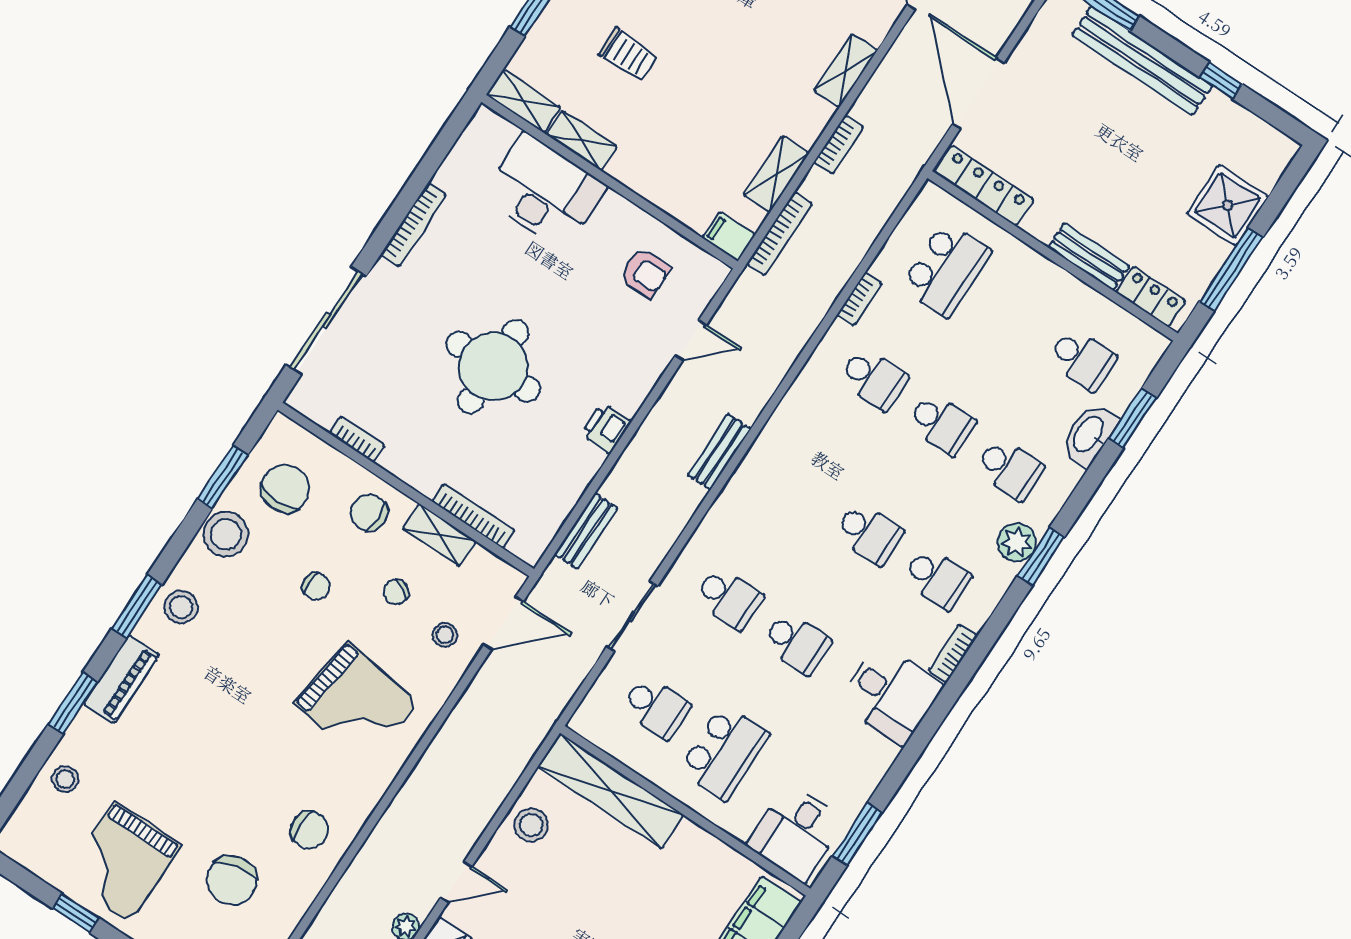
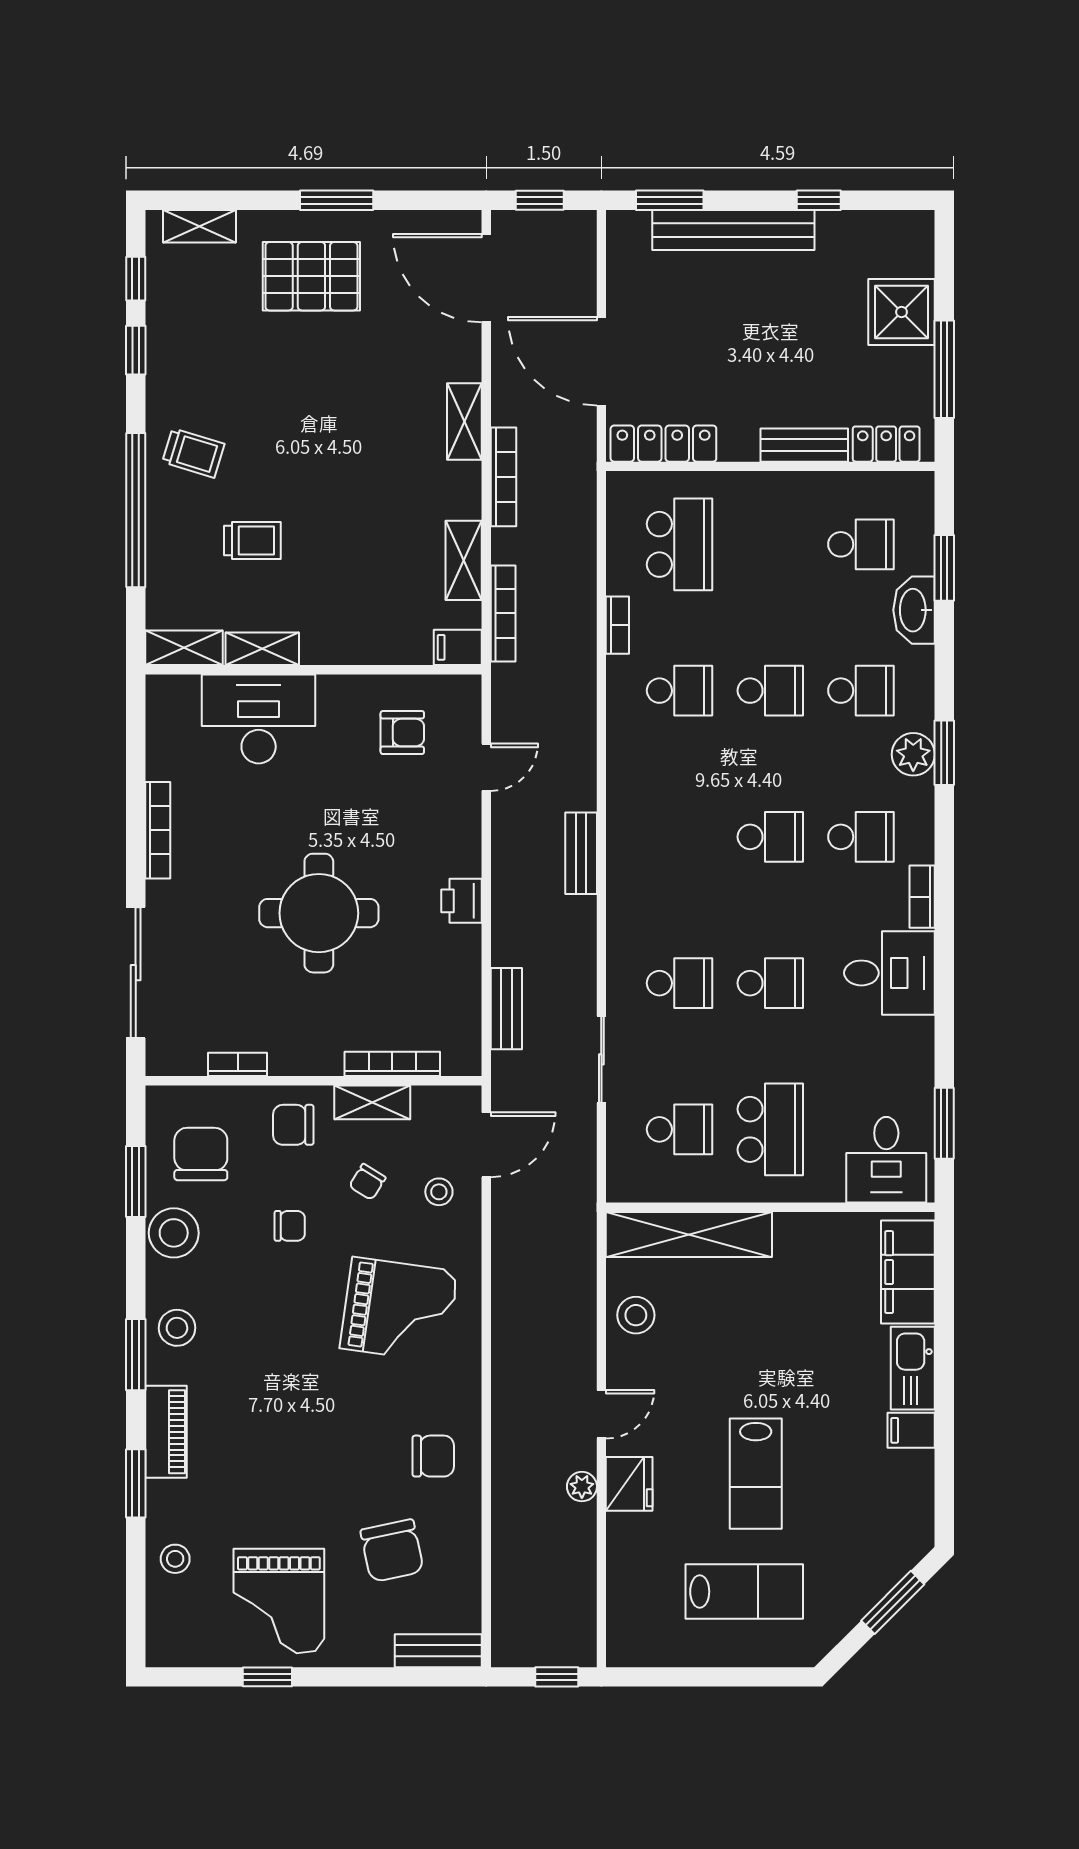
bookcase: (839, 145) -> (503, 477), width x1.56

